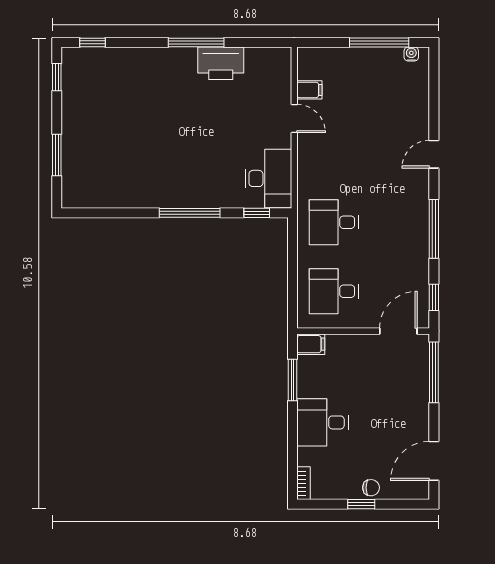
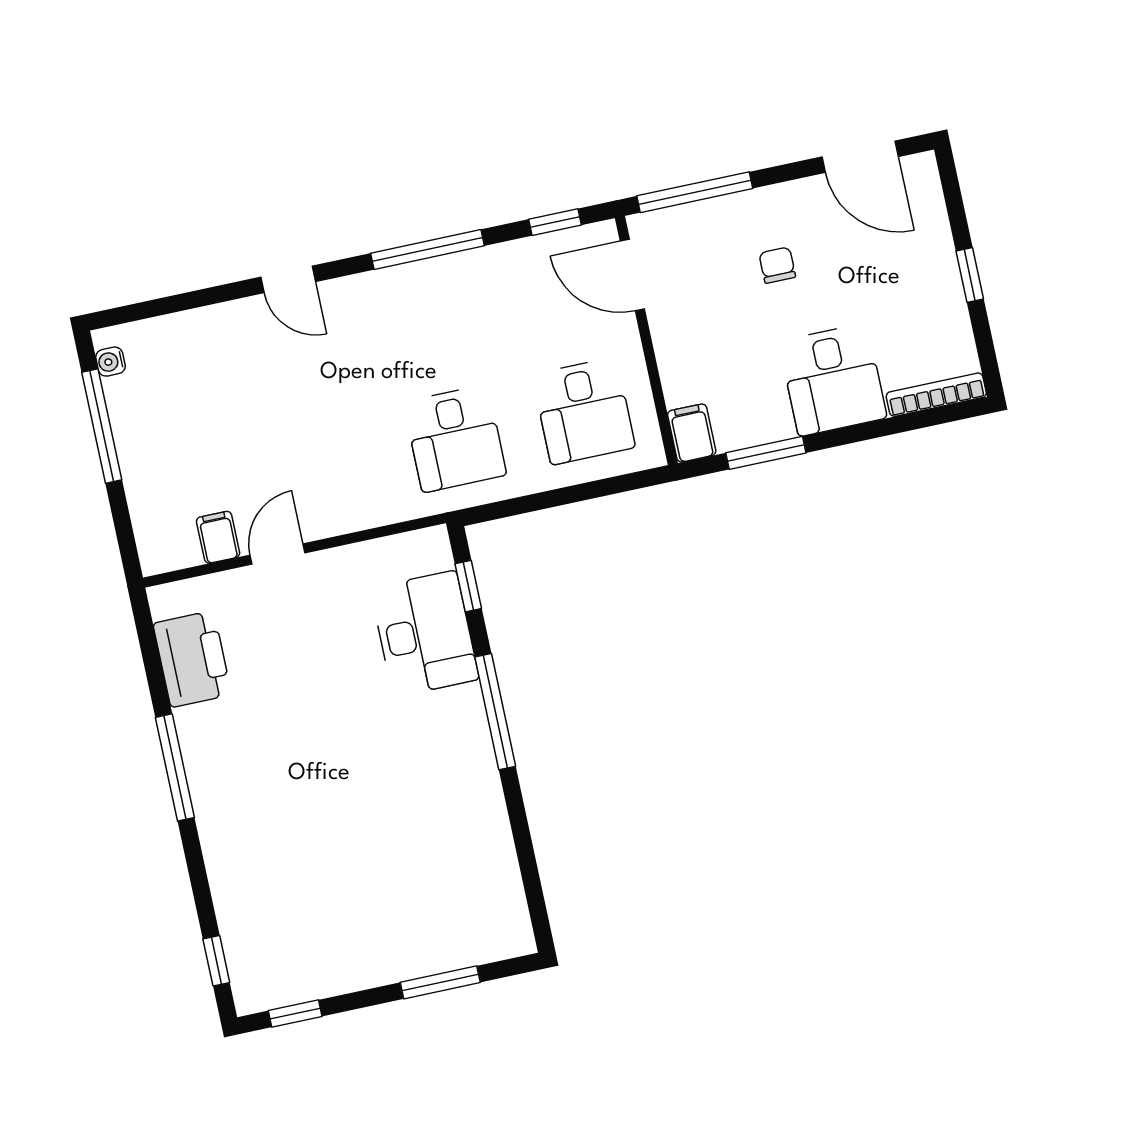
printer: (221, 63) -> (192, 659), moved
desk: (268, 178) -> (425, 634), moved, turned 90
bookcase: (304, 483) -> (936, 395), width x1.56
chair: (371, 488) -> (777, 265), moved

